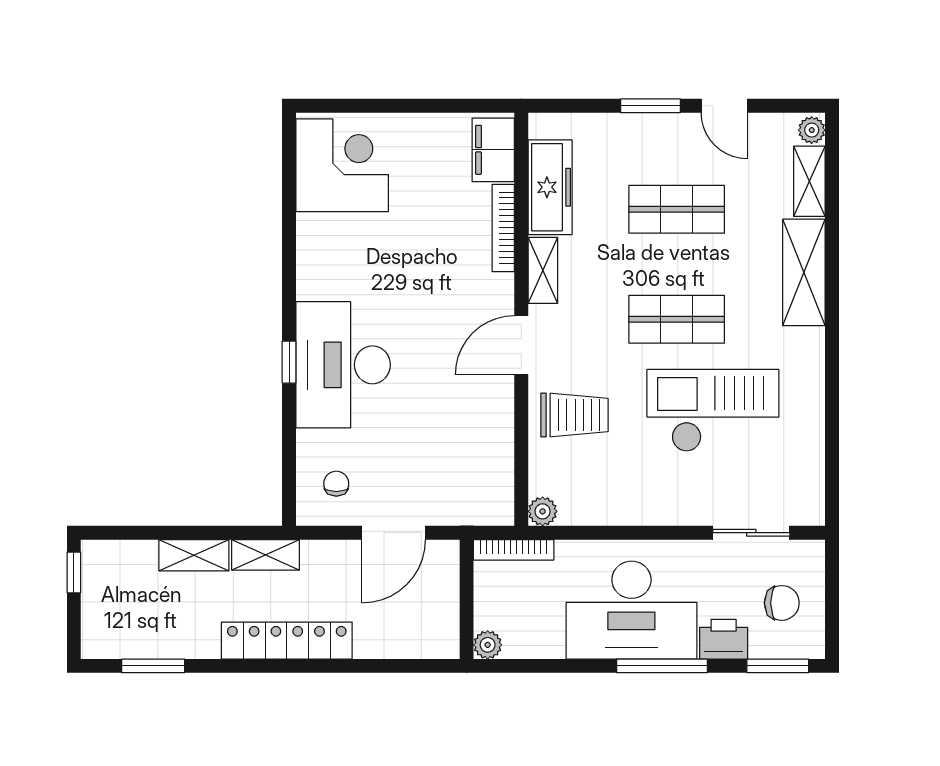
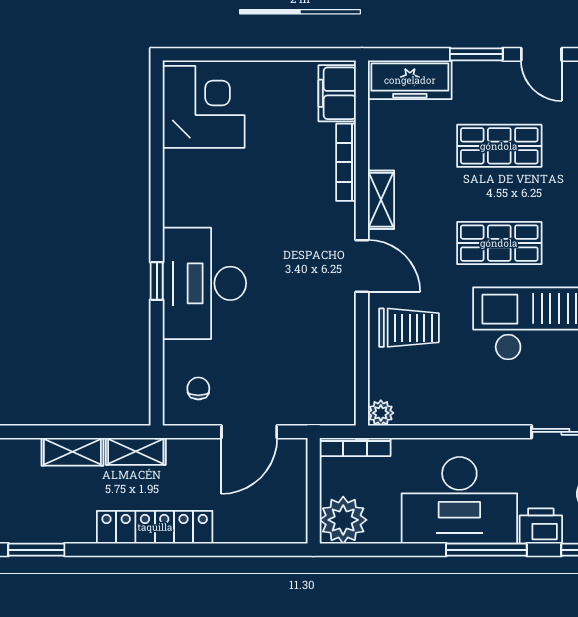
freezer: (550, 187) -> (410, 80), moved, turned 90
door: (521, 345) -> (362, 266), swing flipped
plant: (488, 645) -> (343, 520), width x1.88, depth x1.88

